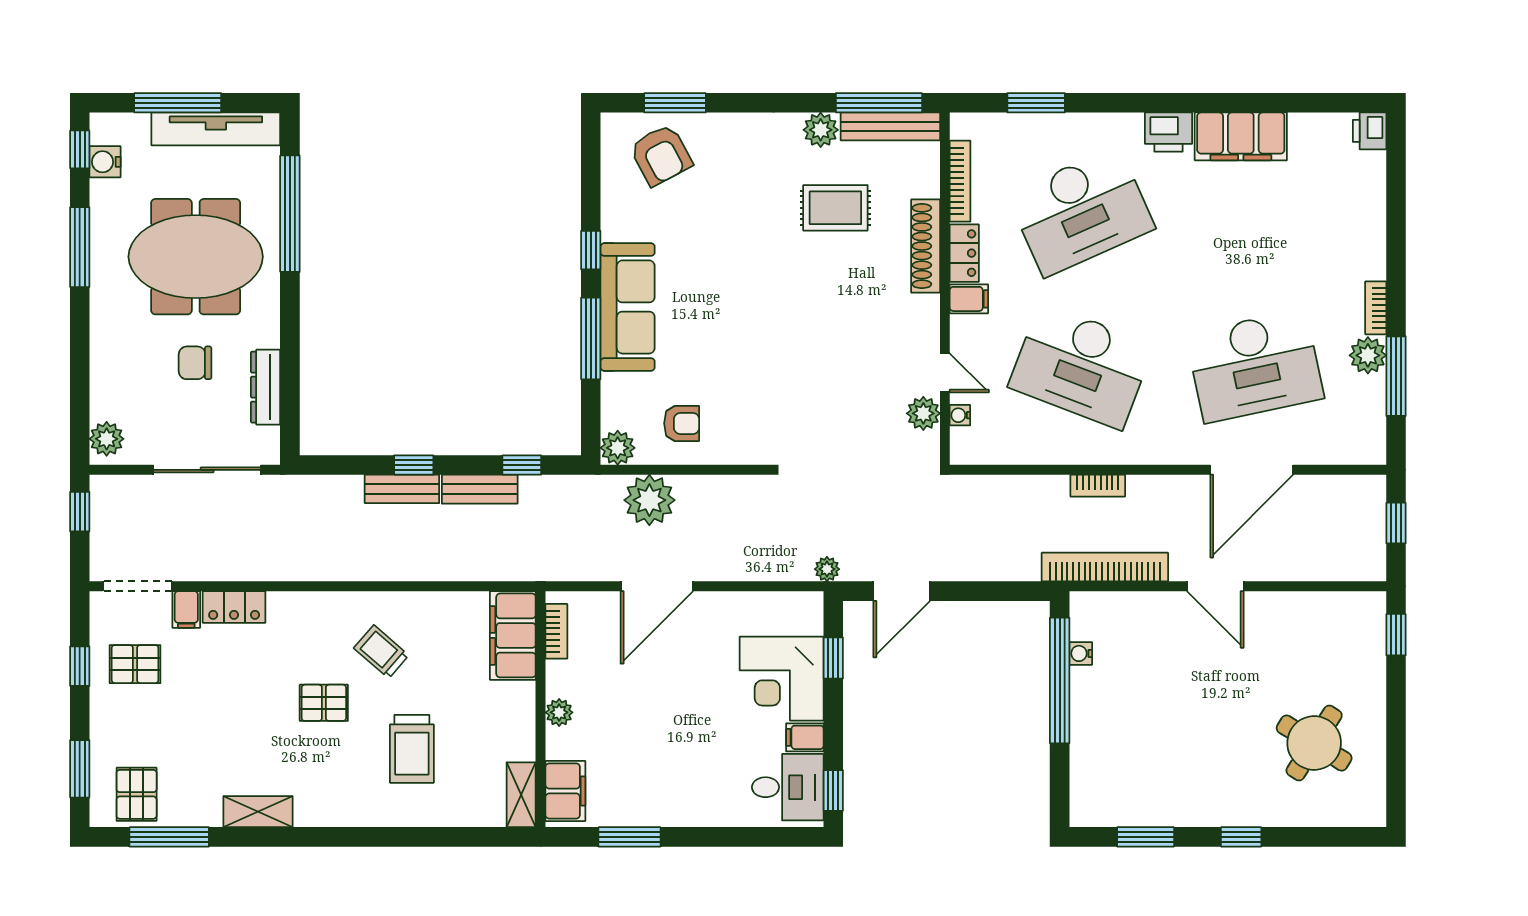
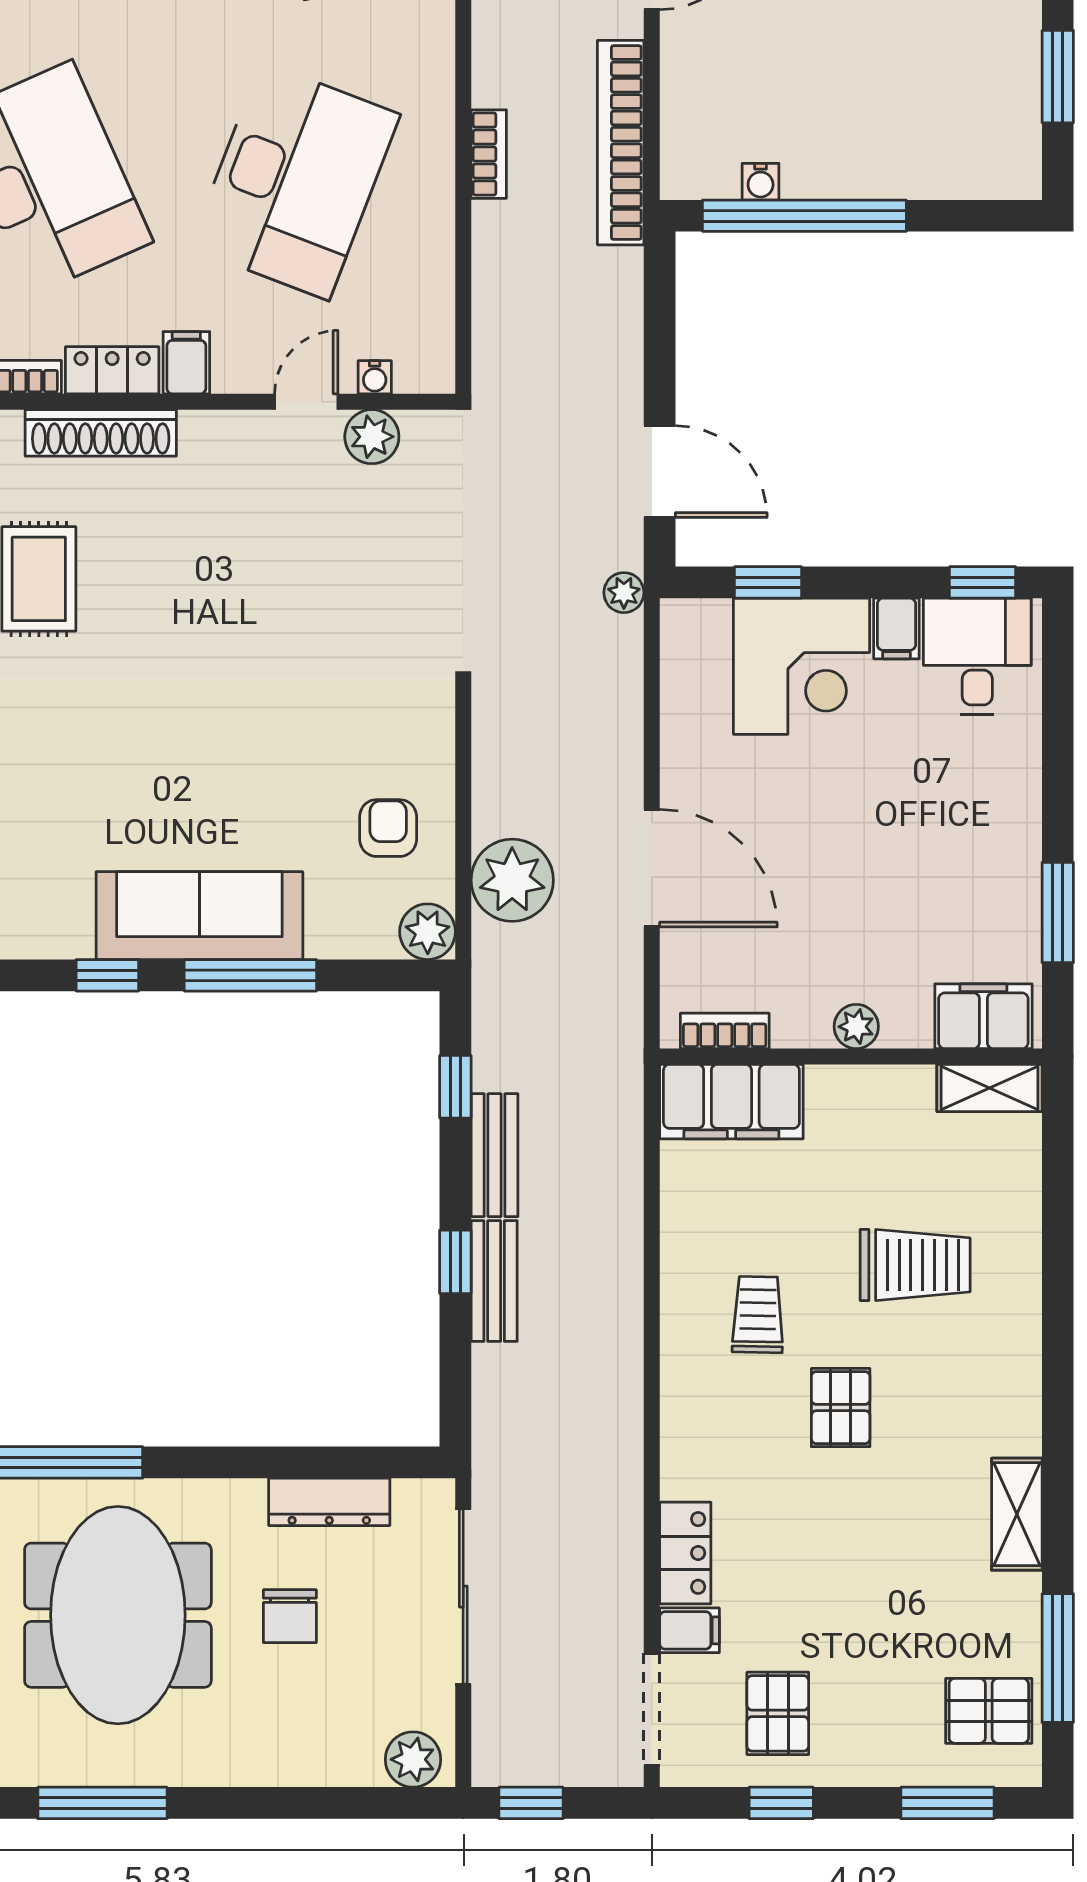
trolley: (381, 652) -> (758, 1315), turned 140

